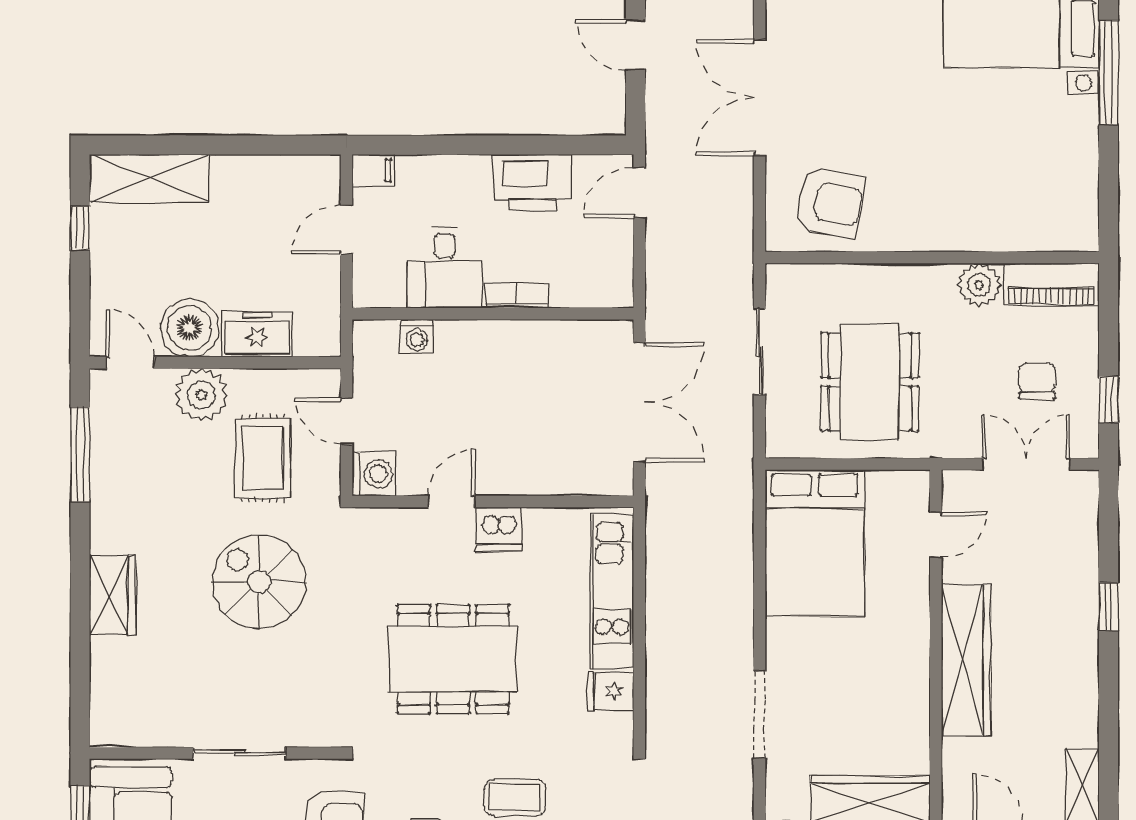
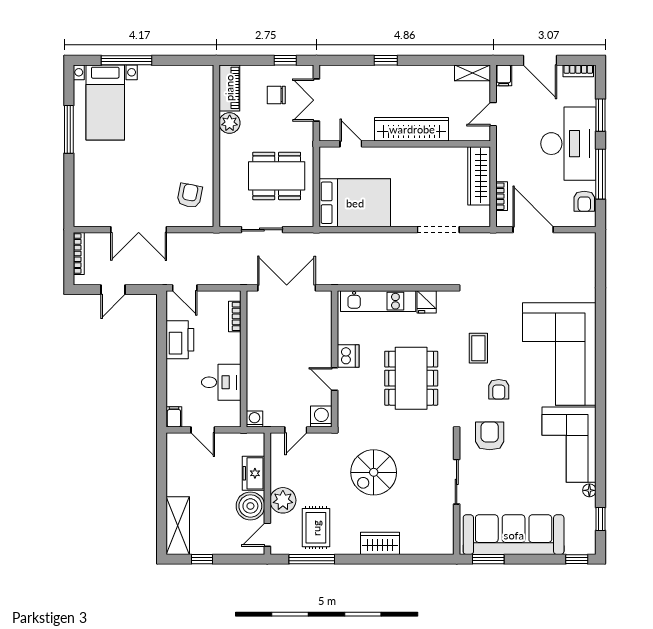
armchair: (829, 203) -> (190, 196), width x0.72, depth x0.72
bookcase: (517, 296) -> (235, 316), moved
washing machine: (417, 336) -> (254, 419), moved, turned -90
rug: (263, 458) -> (316, 528), moved, turned 90

